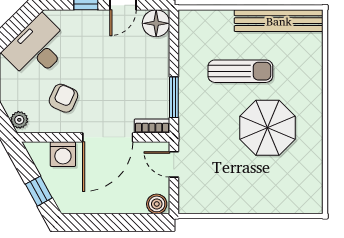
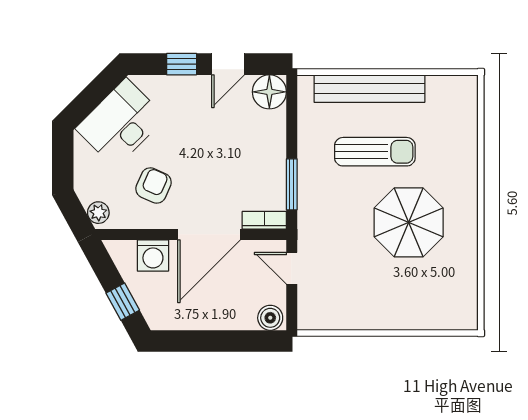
bench: (279, 21) -> (369, 89), moved

